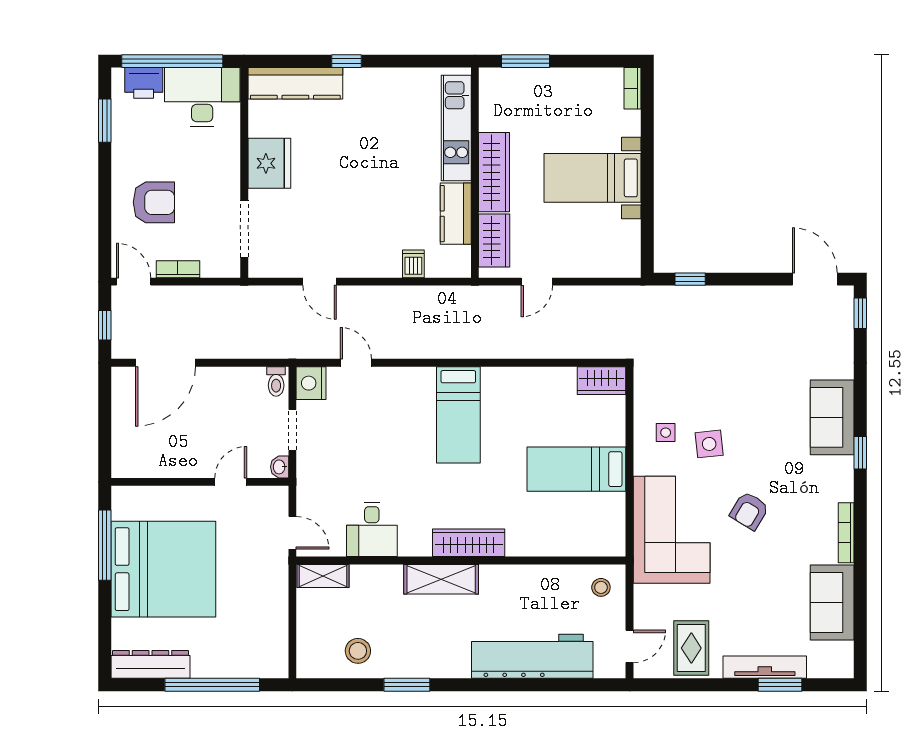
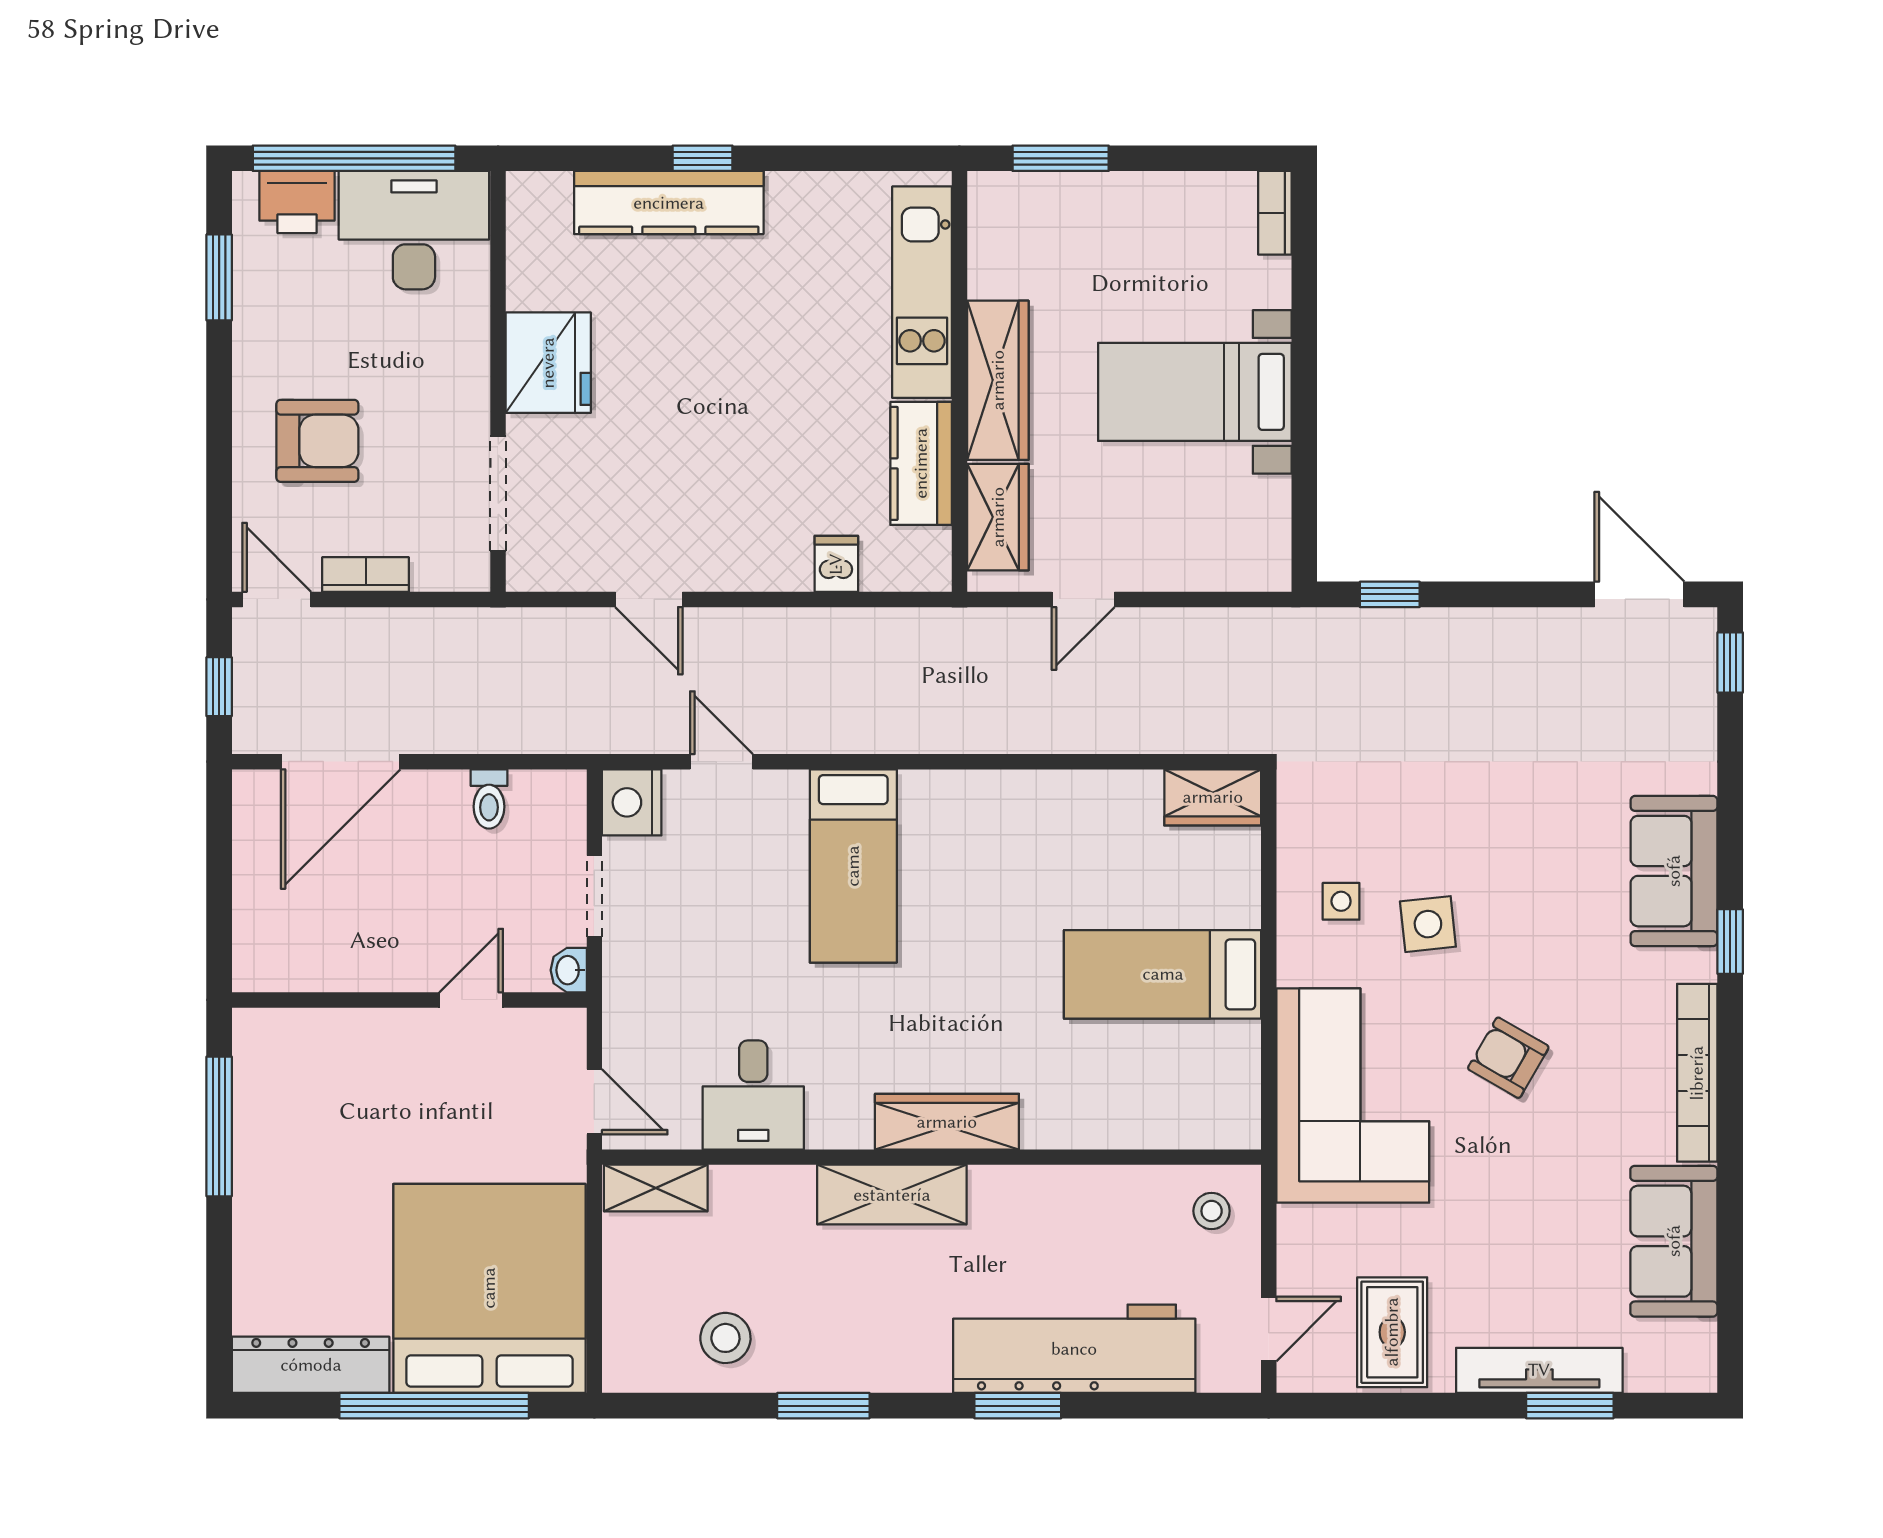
kitchen counter: (295, 83) -> (669, 203), moved
toilet: (276, 381) -> (489, 799), moved
bed: (458, 415) -> (853, 866), moved
armchair: (749, 511) -> (1508, 1058), turned 89
bookcase: (846, 533) -> (1697, 1073), width x1.48, depth x1.31
bed: (163, 569) -> (489, 1288), moved, turned -90
window: (504, 685) -> (1018, 1406), added

